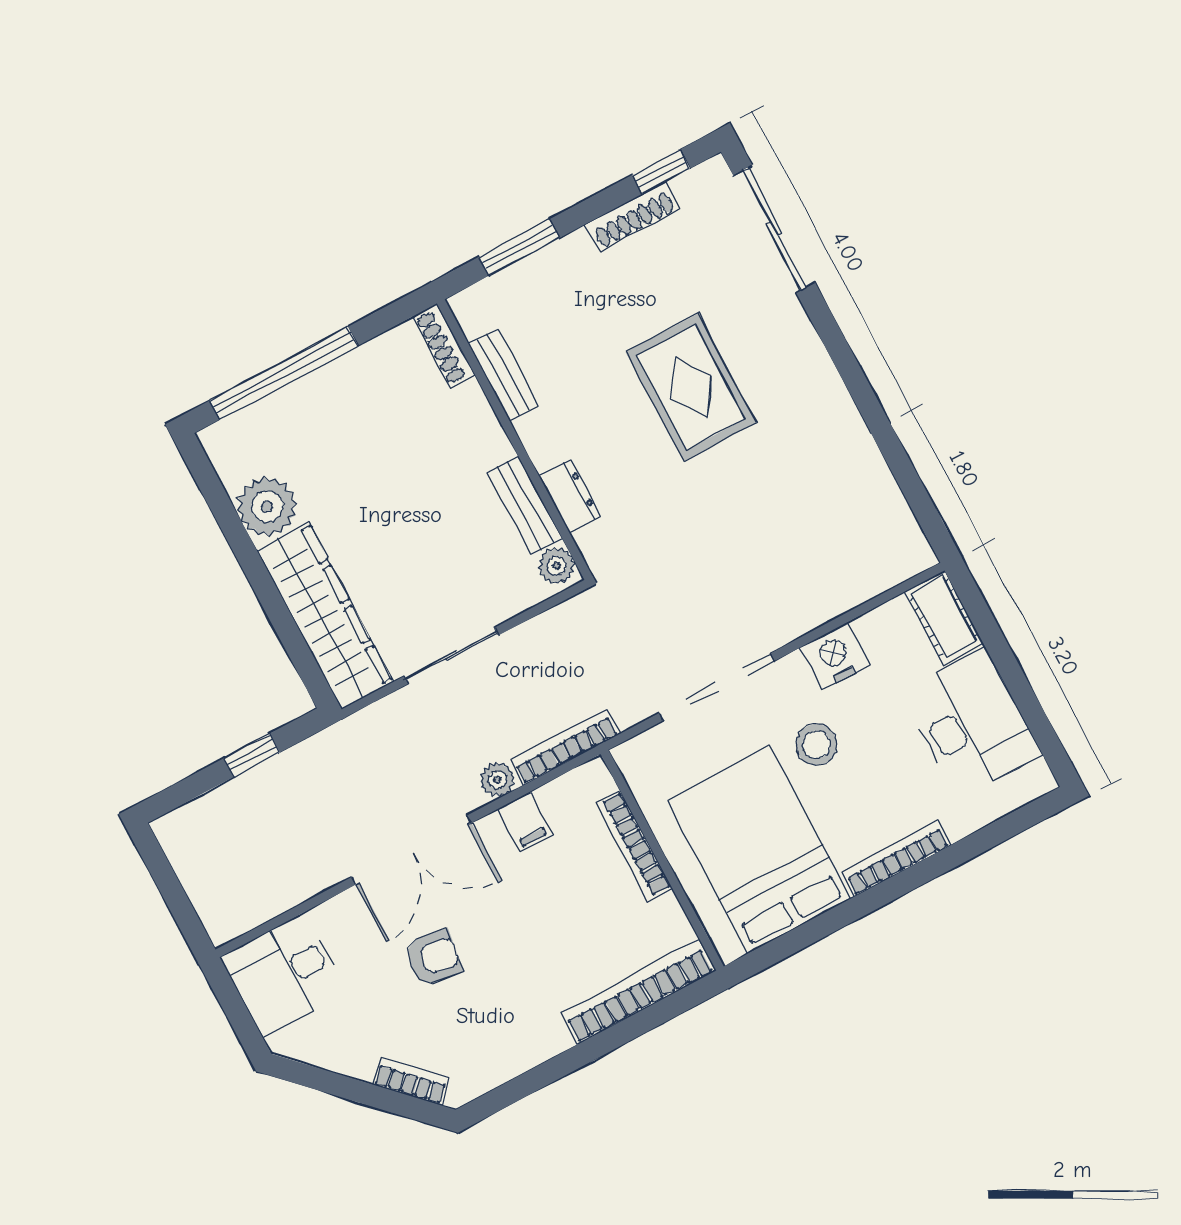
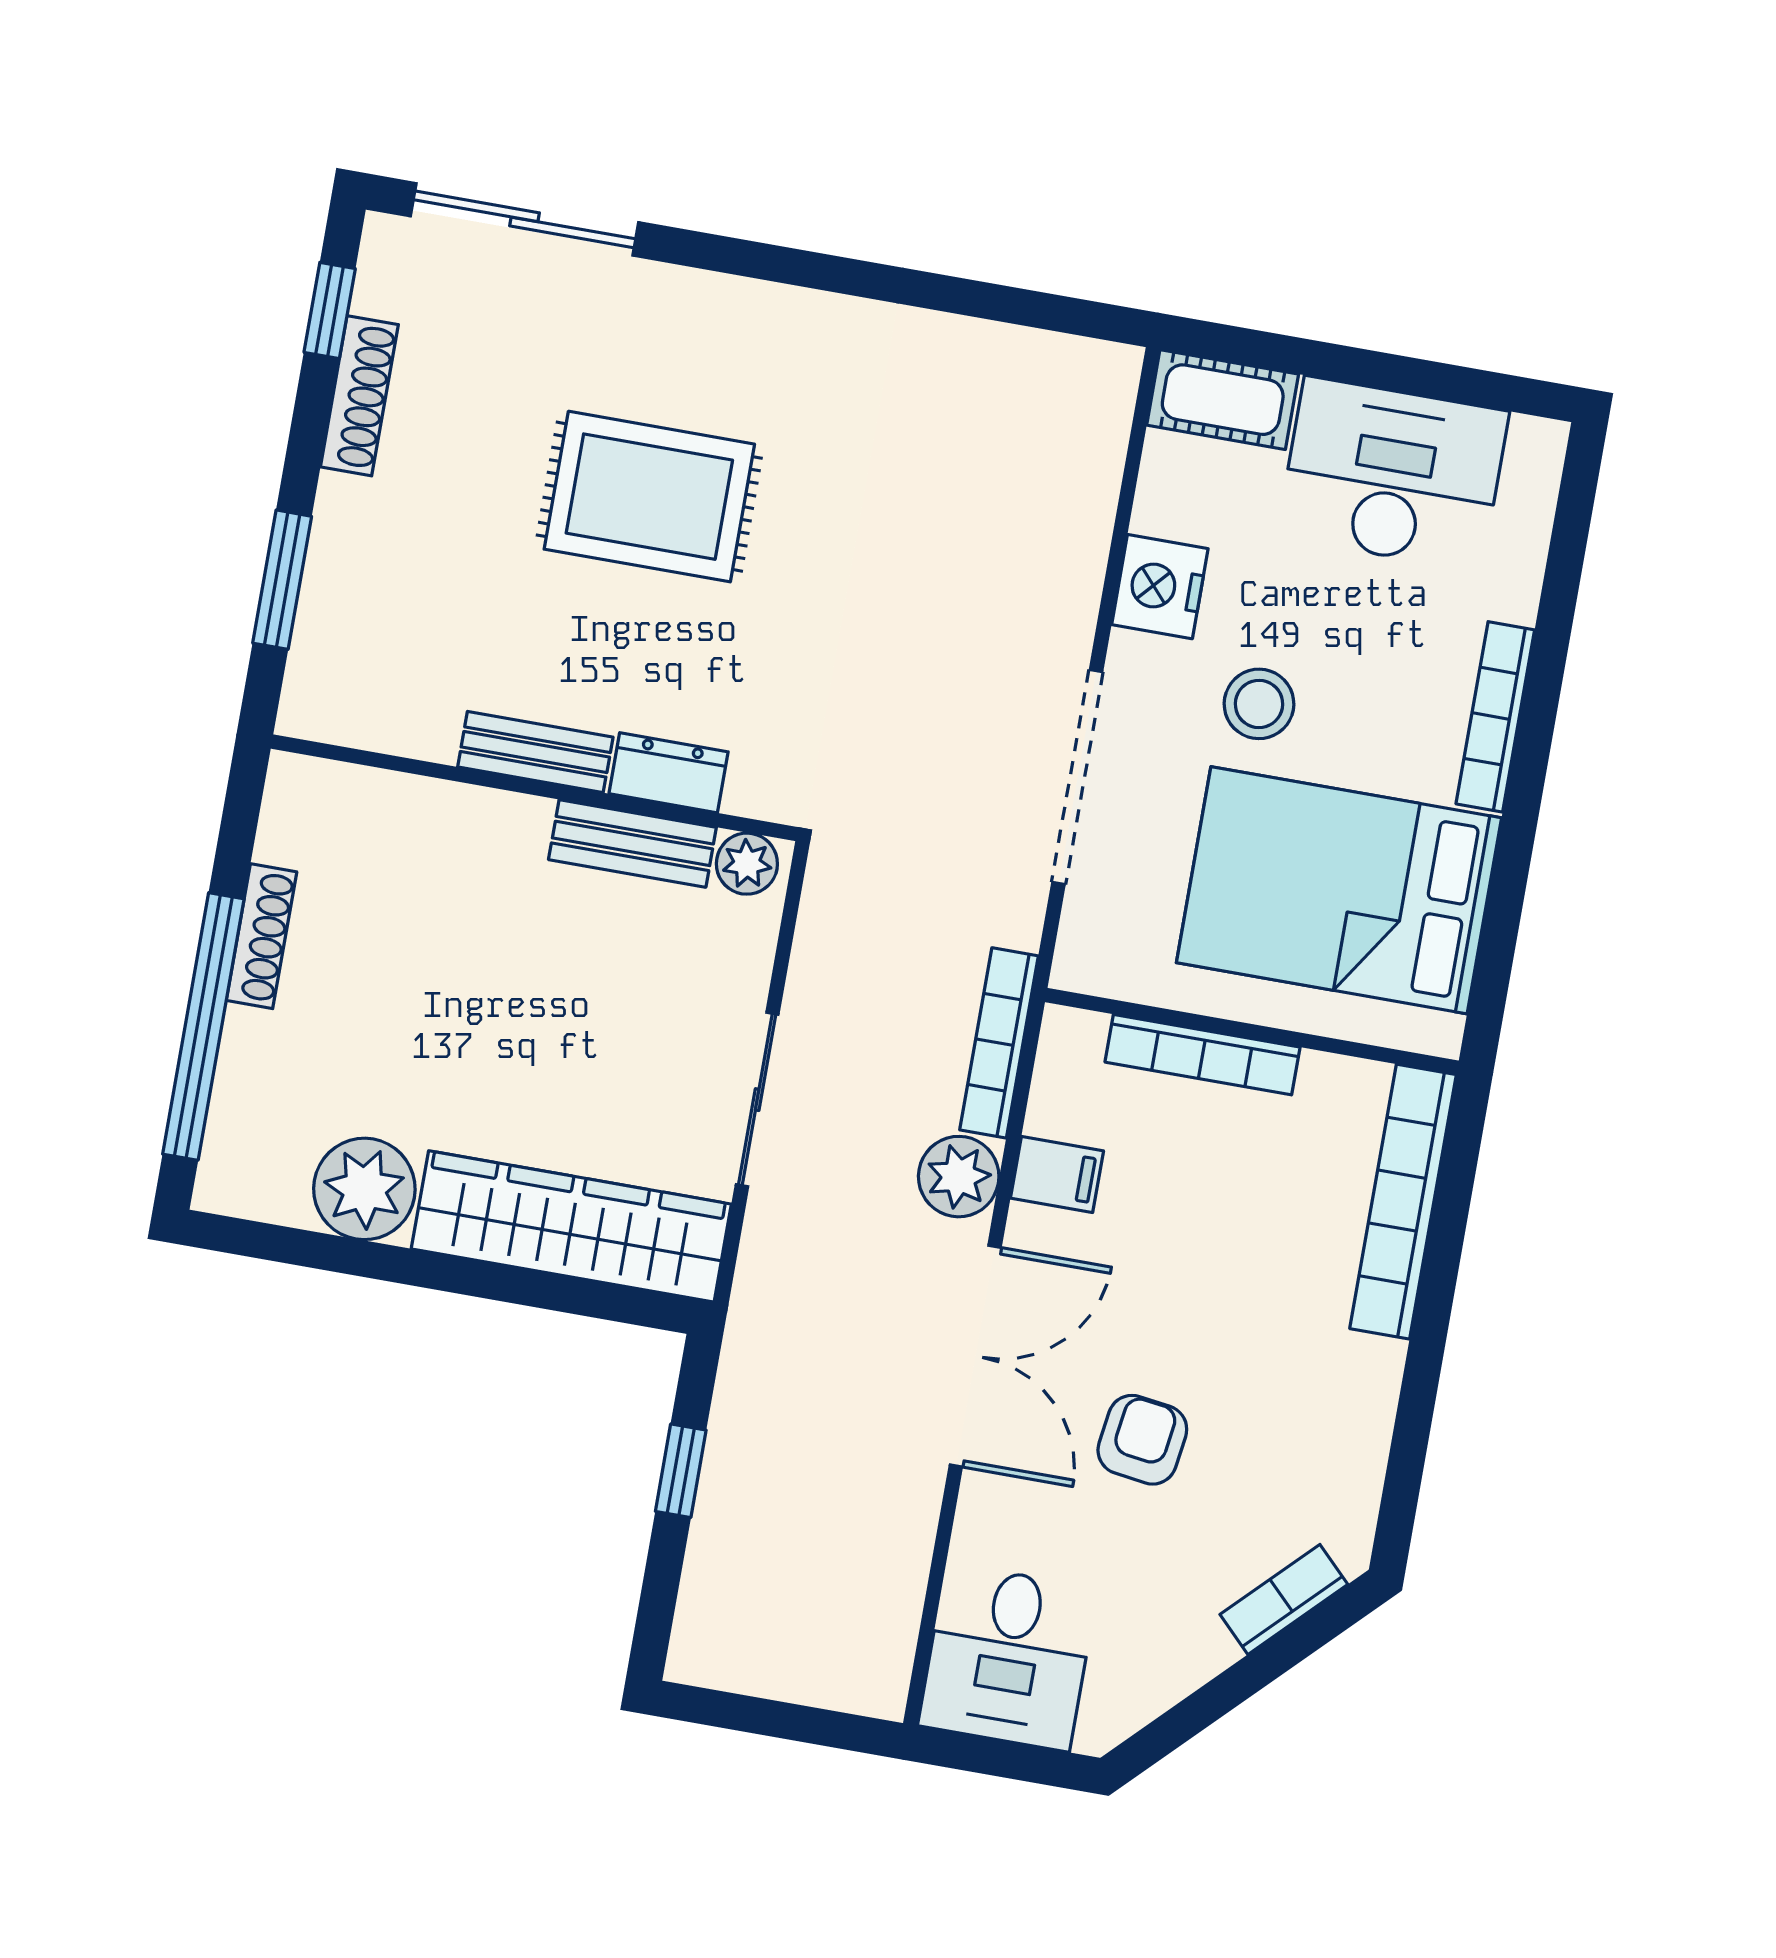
shoe rack: (444, 346) -> (262, 936), moved, turned -90
bench: (503, 375) -> (535, 752), moved
plant: (497, 780) -> (959, 1177), width x1.38, depth x1.38

